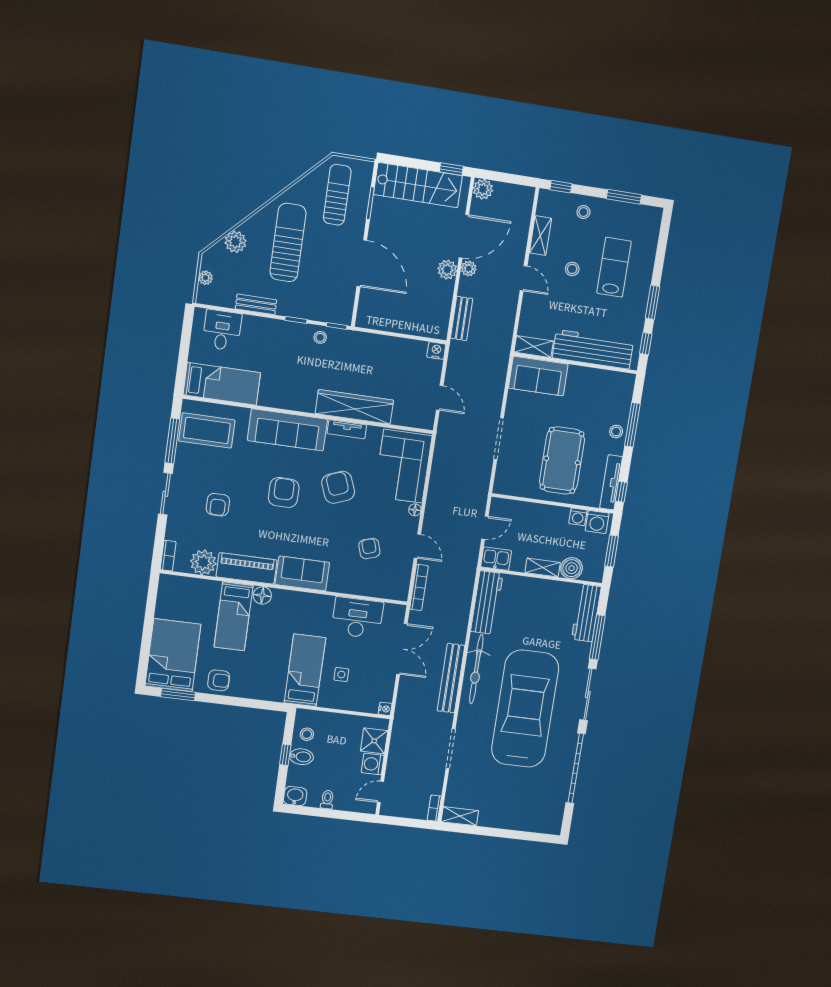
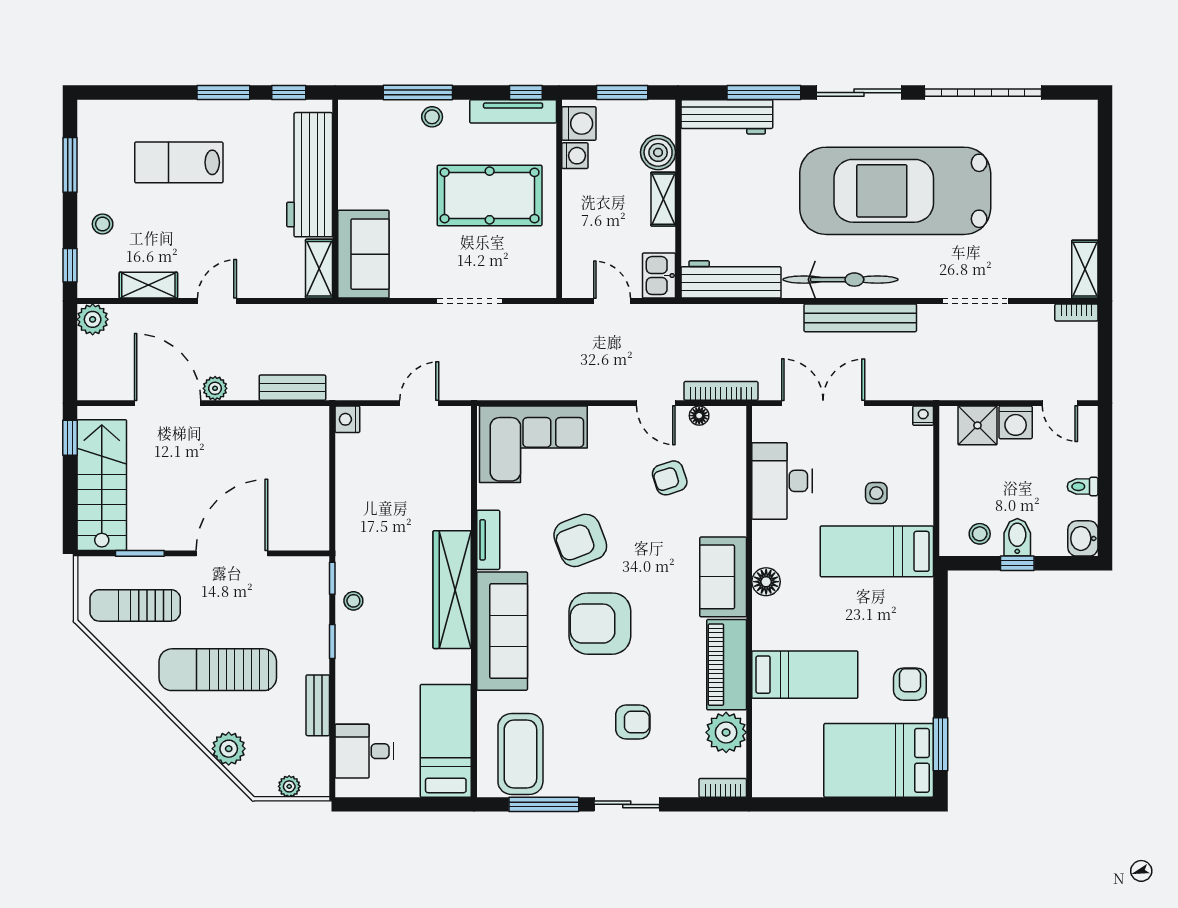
plant: (483, 189) -> (93, 319), moved
stool: (572, 269) -> (191, 228), removed
plant: (447, 270) -> (222, 421), removed
wardrobe: (354, 407) -> (452, 590), moved
armchair: (284, 492) -> (600, 624), width x1.36, depth x1.36
floor lamp: (415, 510) -> (699, 416), moved
door: (417, 546) -> (656, 403), swing flipped
floor lamp: (262, 595) -> (766, 582), moved

